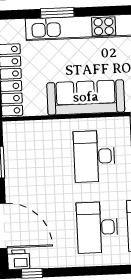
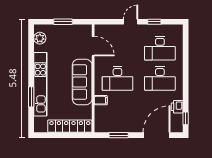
filing cabinet: (57, 130) -> (101, 100), added
printer: (19, 260) -> (177, 107), moved

